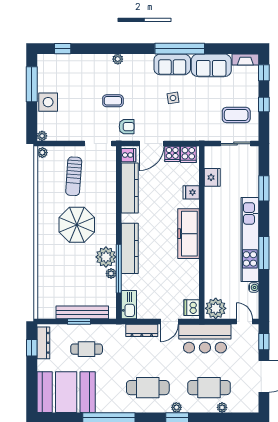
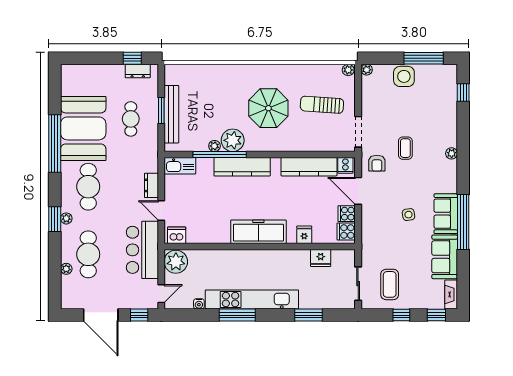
dresser: (142, 330) -> (151, 185), width x0.70
dresser: (43, 343) -> (138, 71), width x0.70
booth: (66, 392) -> (83, 128), moved

